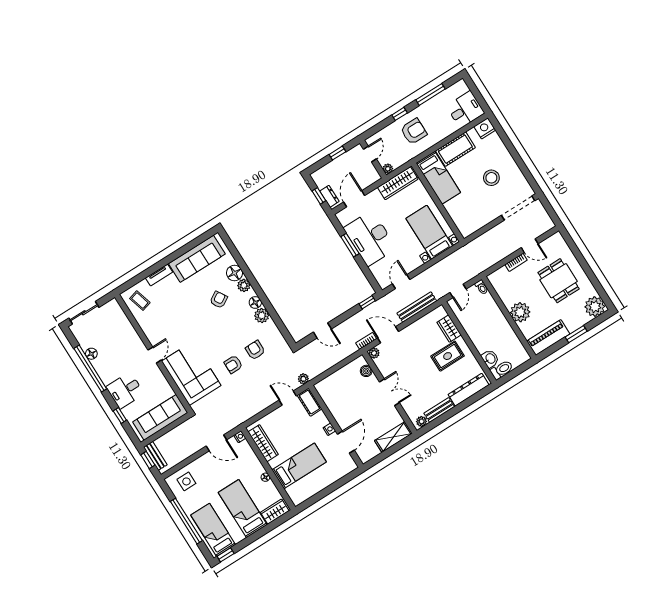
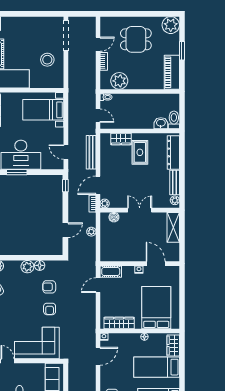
stool: (491, 178) -> (47, 60), moved
floor lamp: (255, 302) -> (40, 265), moved
plant: (520, 312) -> (119, 81), moved
plant: (303, 379) -> (91, 232), moved
bed: (299, 466) -> (156, 308), width x1.50

